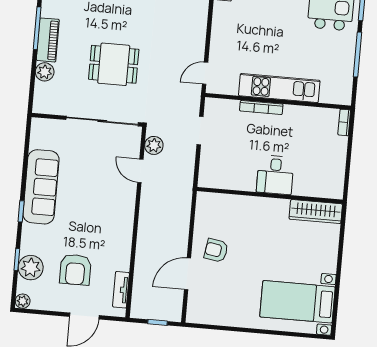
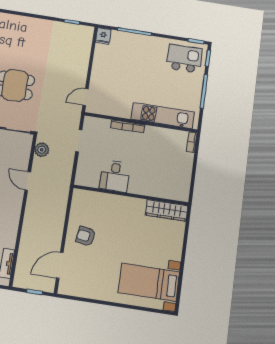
kitchen unit: (279, 88) -> (163, 116), moved
door: (140, 171) -> (28, 181), moved
desk: (275, 175) -> (115, 176), moved
door: (188, 274) -> (60, 265), moved

